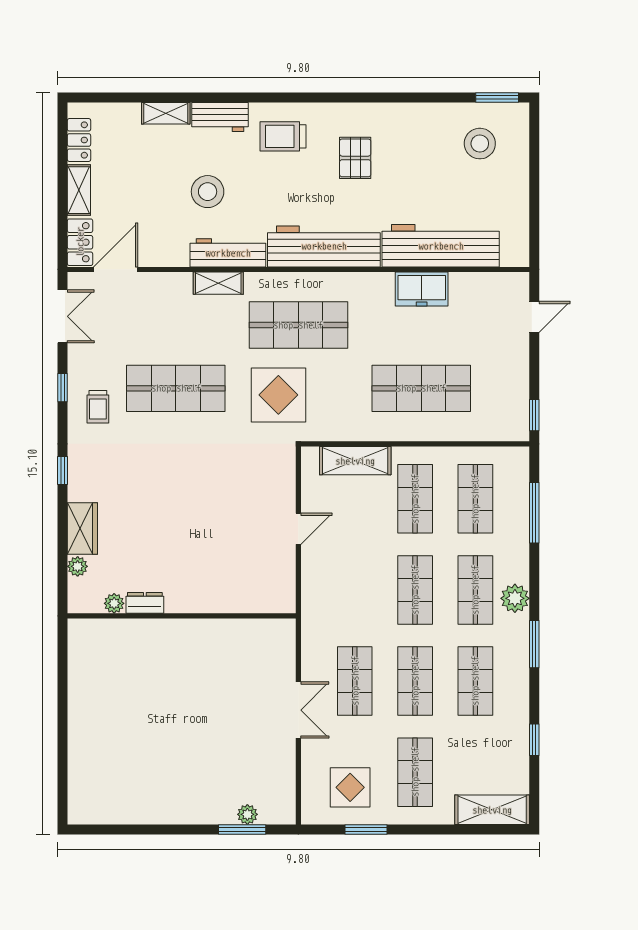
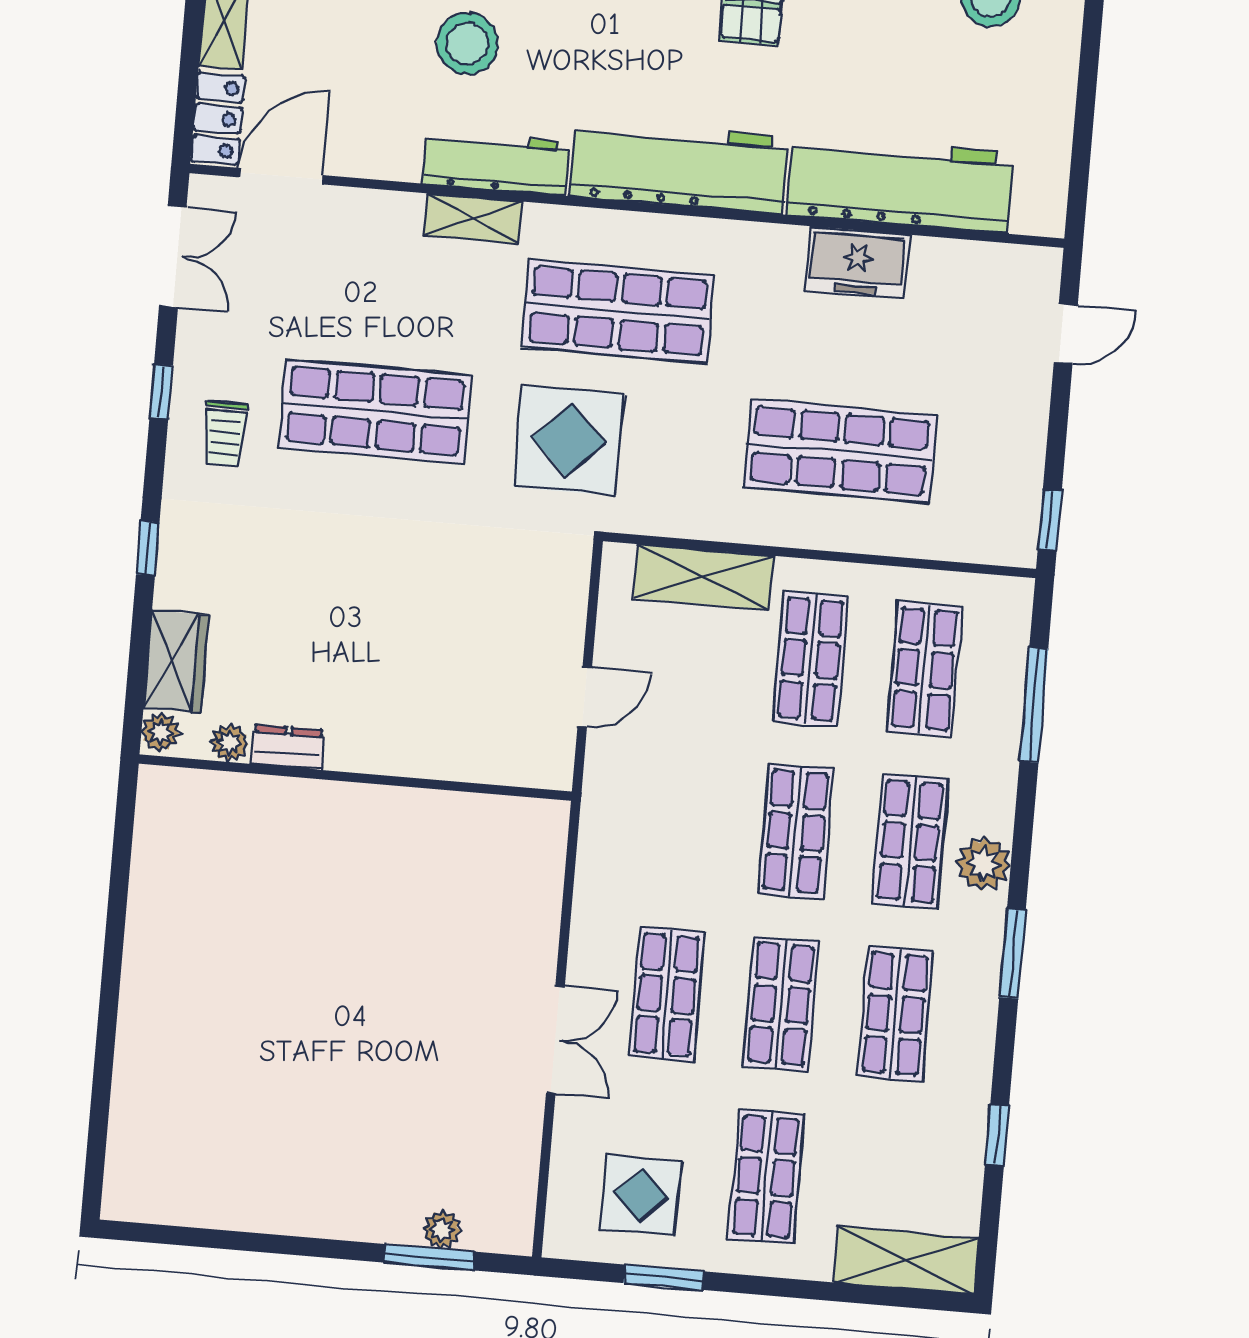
plant: (114, 603) -> (229, 743), moved
dresser: (145, 603) -> (288, 747), moved
wall: (182, 616) -> (355, 778), moved

